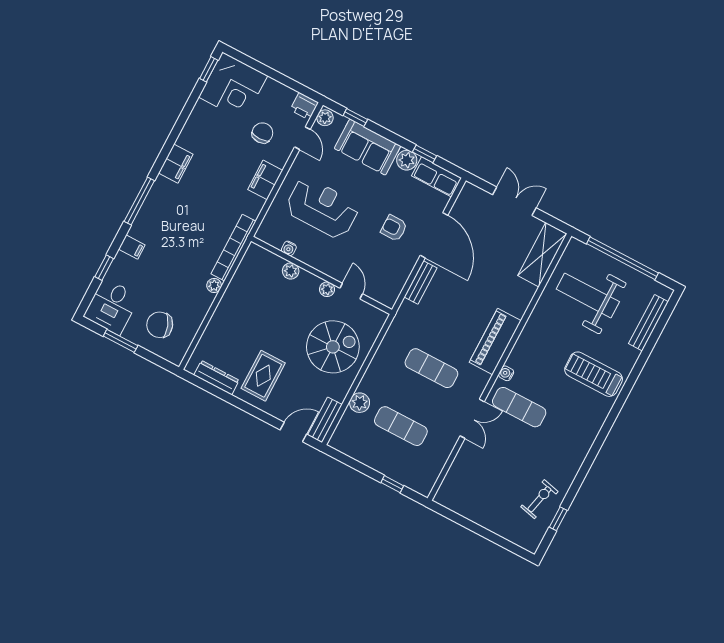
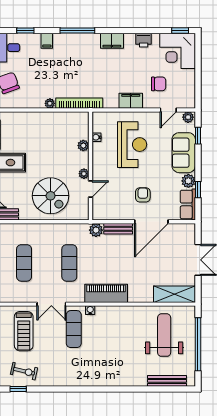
printer: (304, 106) -> (144, 40), moved, turned -90
treadmill: (594, 374) -> (24, 331), moved, turned 180
plant: (360, 403) -> (96, 230), moved

